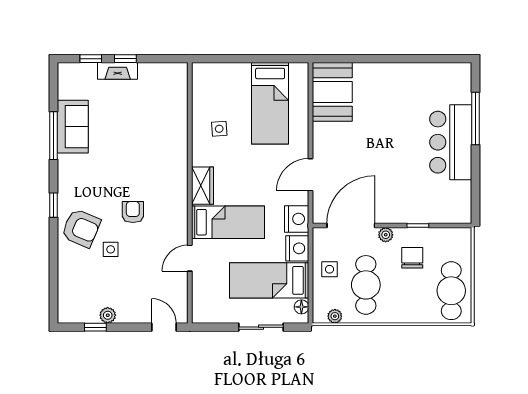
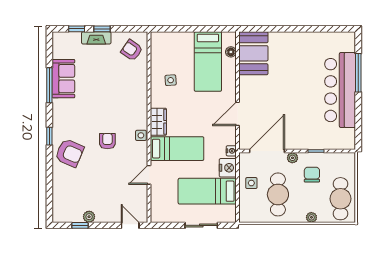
armchair: (166, 88) -> (132, 50), added
bar counter: (451, 142) -> (340, 90), width x1.36
nightstand: (297, 219) -> (231, 151), width x0.53, depth x0.56
side table: (111, 249) -> (141, 135), moved
floor lamp: (301, 307) -> (231, 52), moved
plant: (335, 316) -> (311, 217), moved

